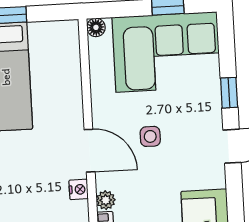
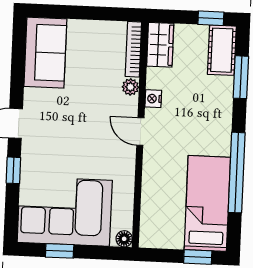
side table: (150, 136) -> (86, 139), removed
door: (90, 151) -> (140, 132), width x0.73

